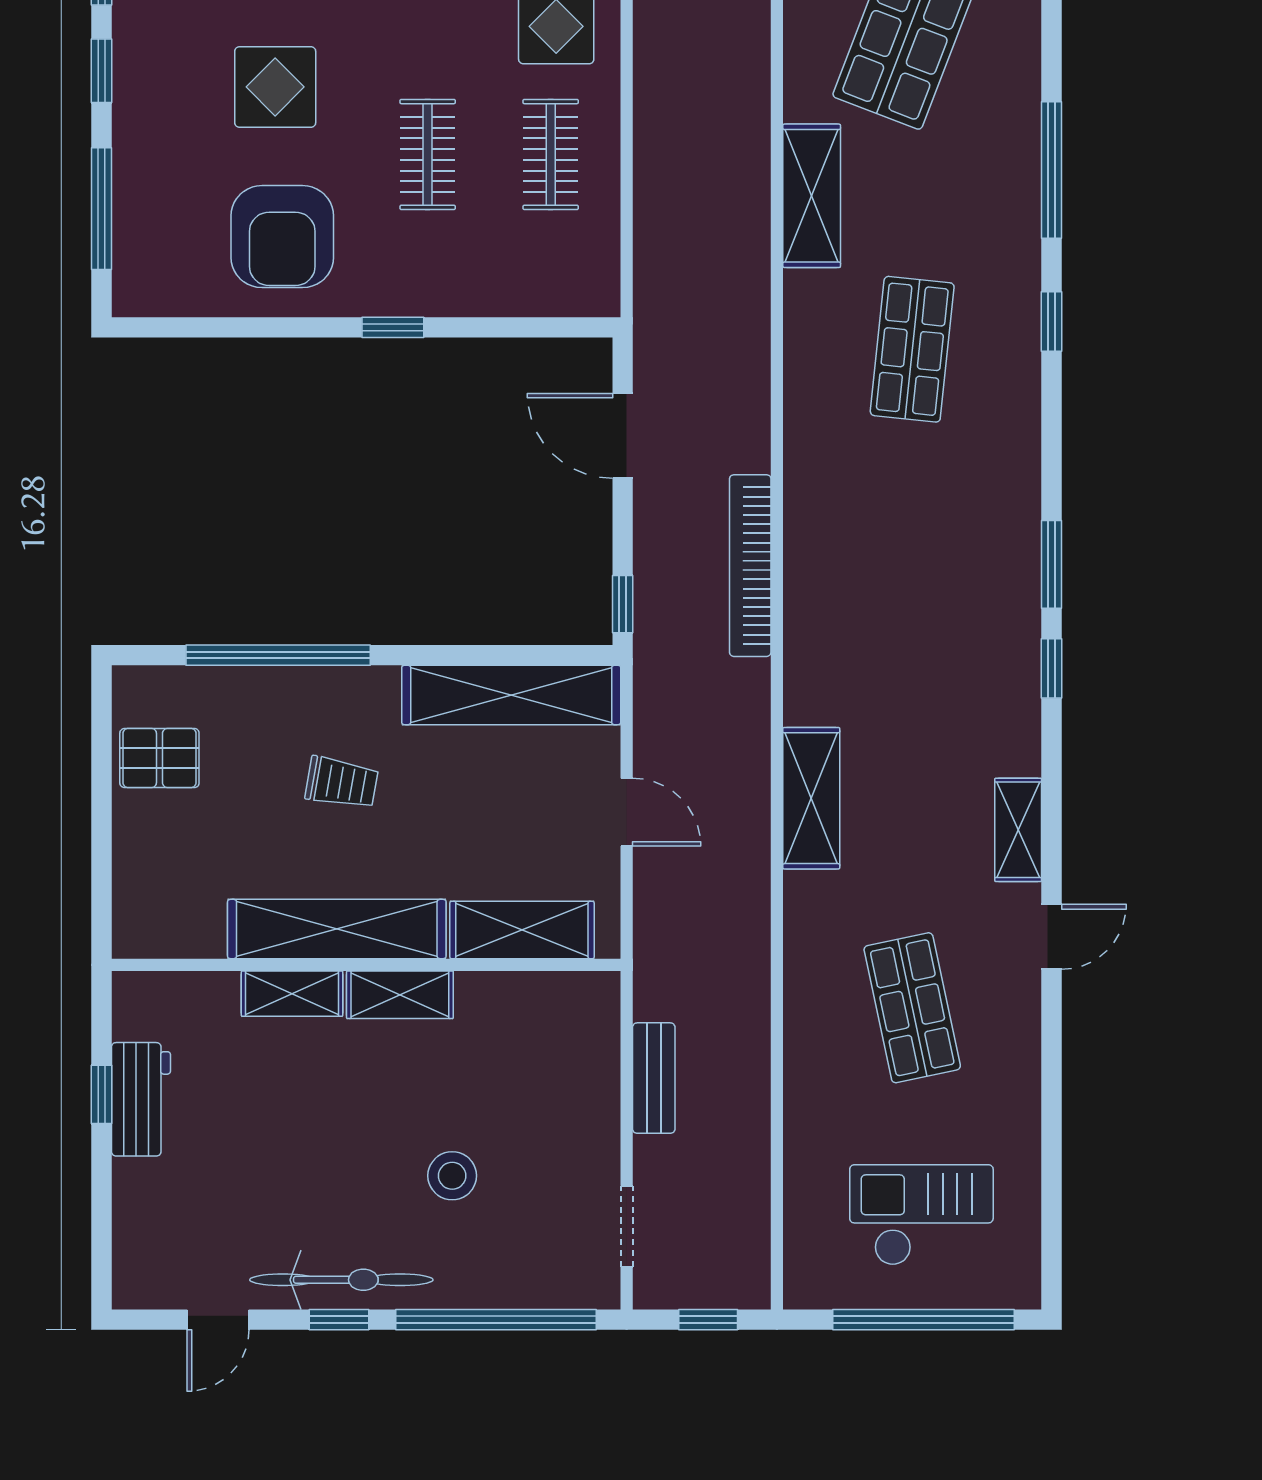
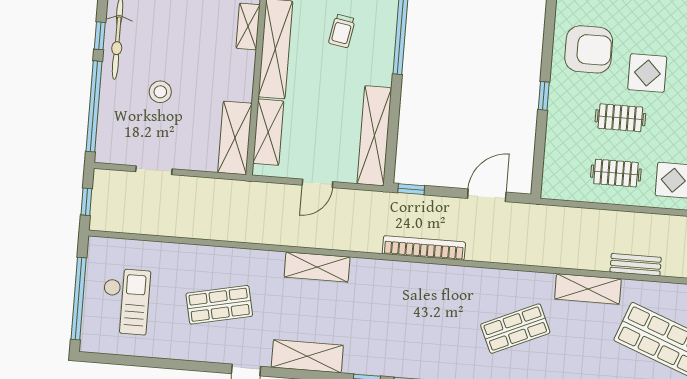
display table: (275, 87) -> (647, 73), moved
armchair: (282, 237) -> (589, 49), turned 180
shop shelf: (912, 349) -> (515, 329), turned -30
trolley: (342, 783) -> (342, 31), moved
shelving: (1018, 830) -> (307, 356), width x1.50, depth x1.33
shelving: (400, 995) -> (235, 138), moved, width x1.50, depth x1.33
bench: (654, 1078) -> (636, 265), moved
doorway: (627, 1226) -> (154, 170), moved

